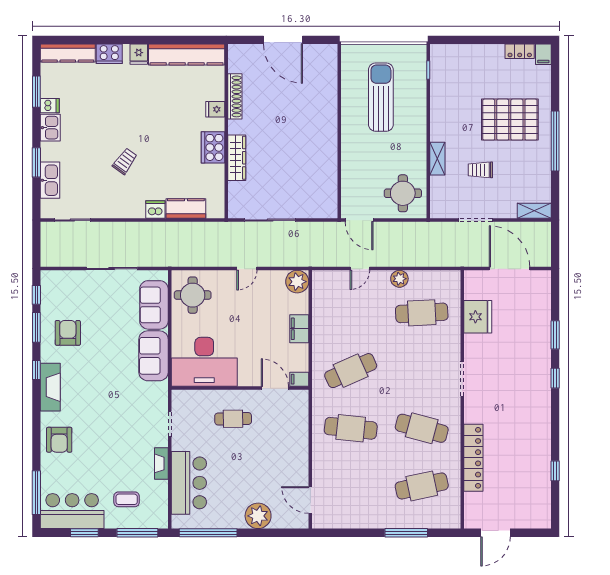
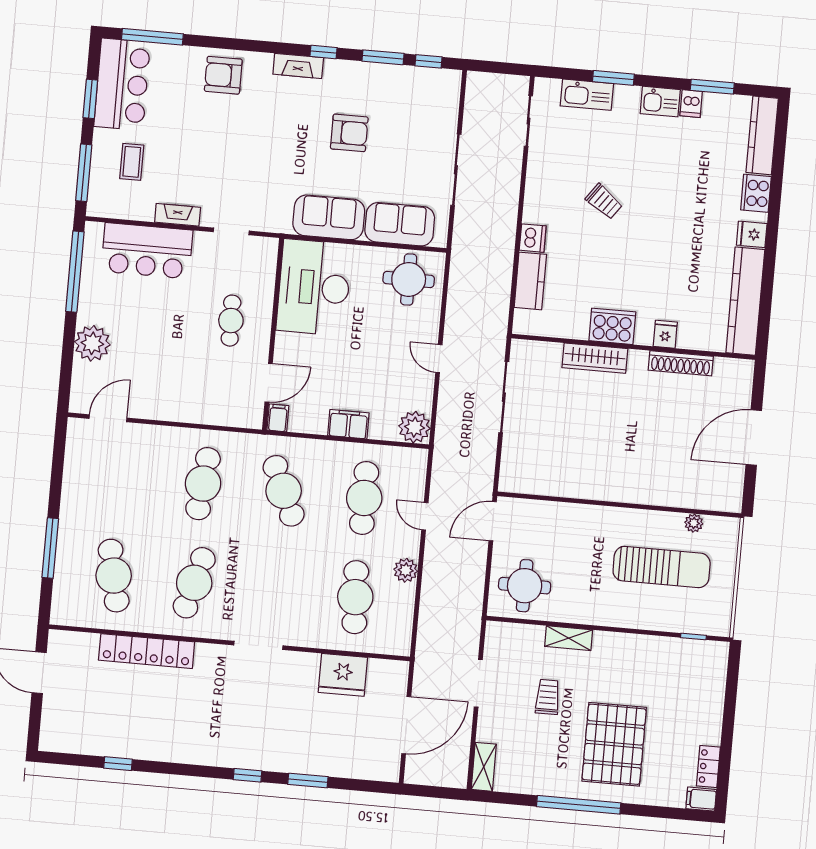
plant: (348, 77) -> (694, 523), added
cafe table: (351, 313) -> (364, 498), added
armchair: (68, 333) -> (349, 133), moved
fireplace: (50, 387) -> (298, 66), width x0.73, depth x0.76

